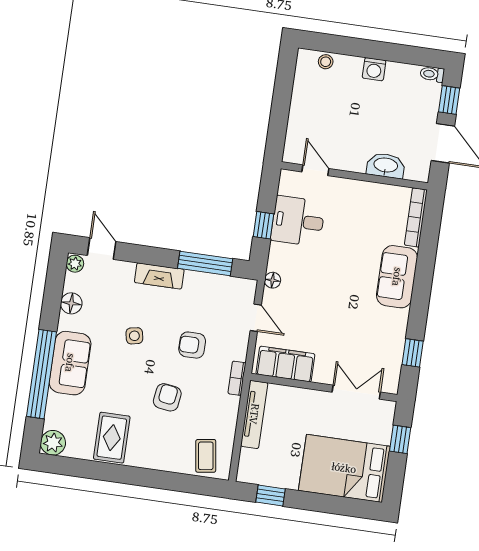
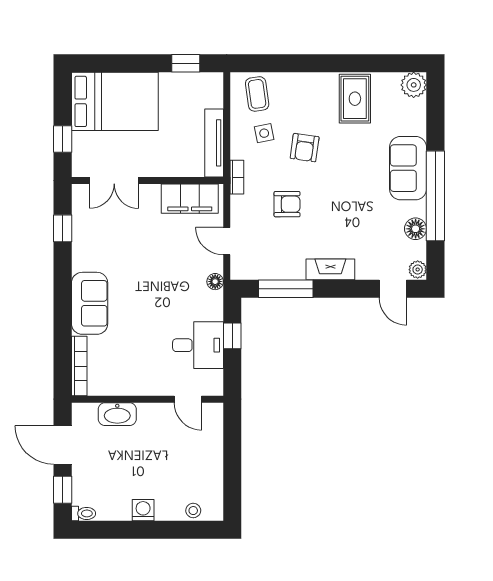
side table: (134, 336) -> (264, 133), moved
window: (41, 374) -> (435, 196), moved

